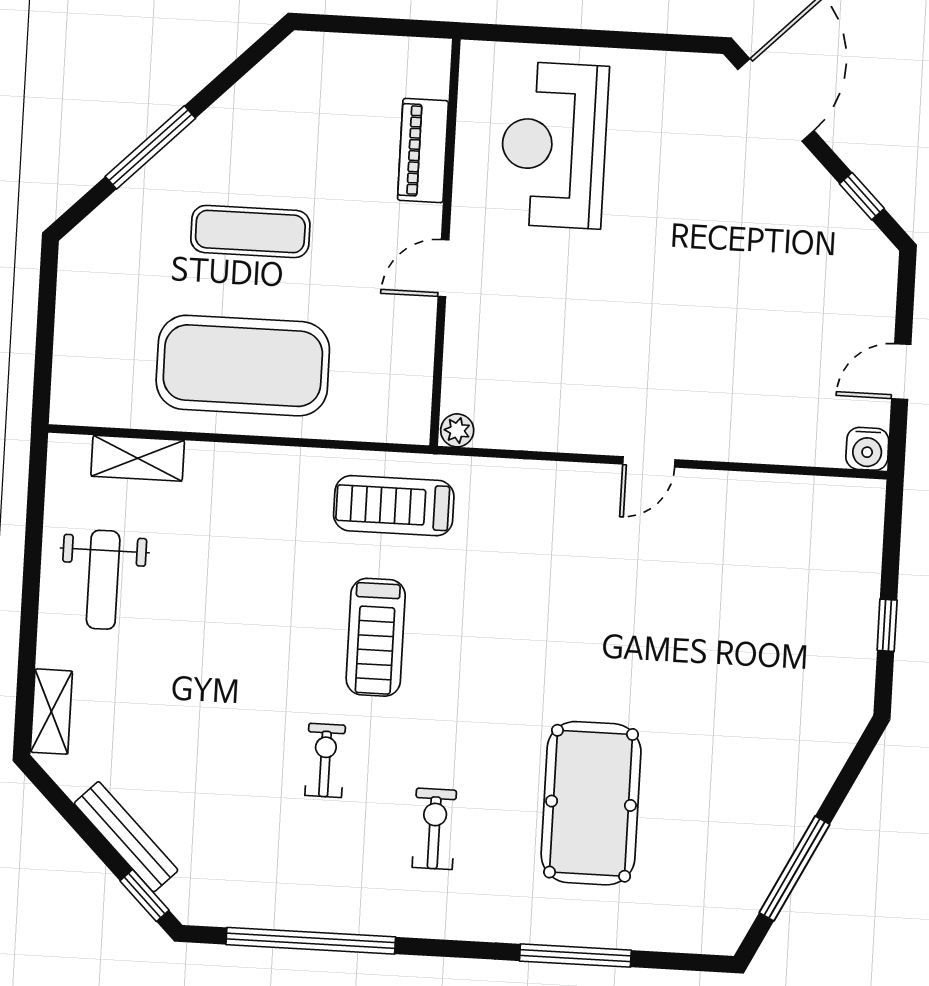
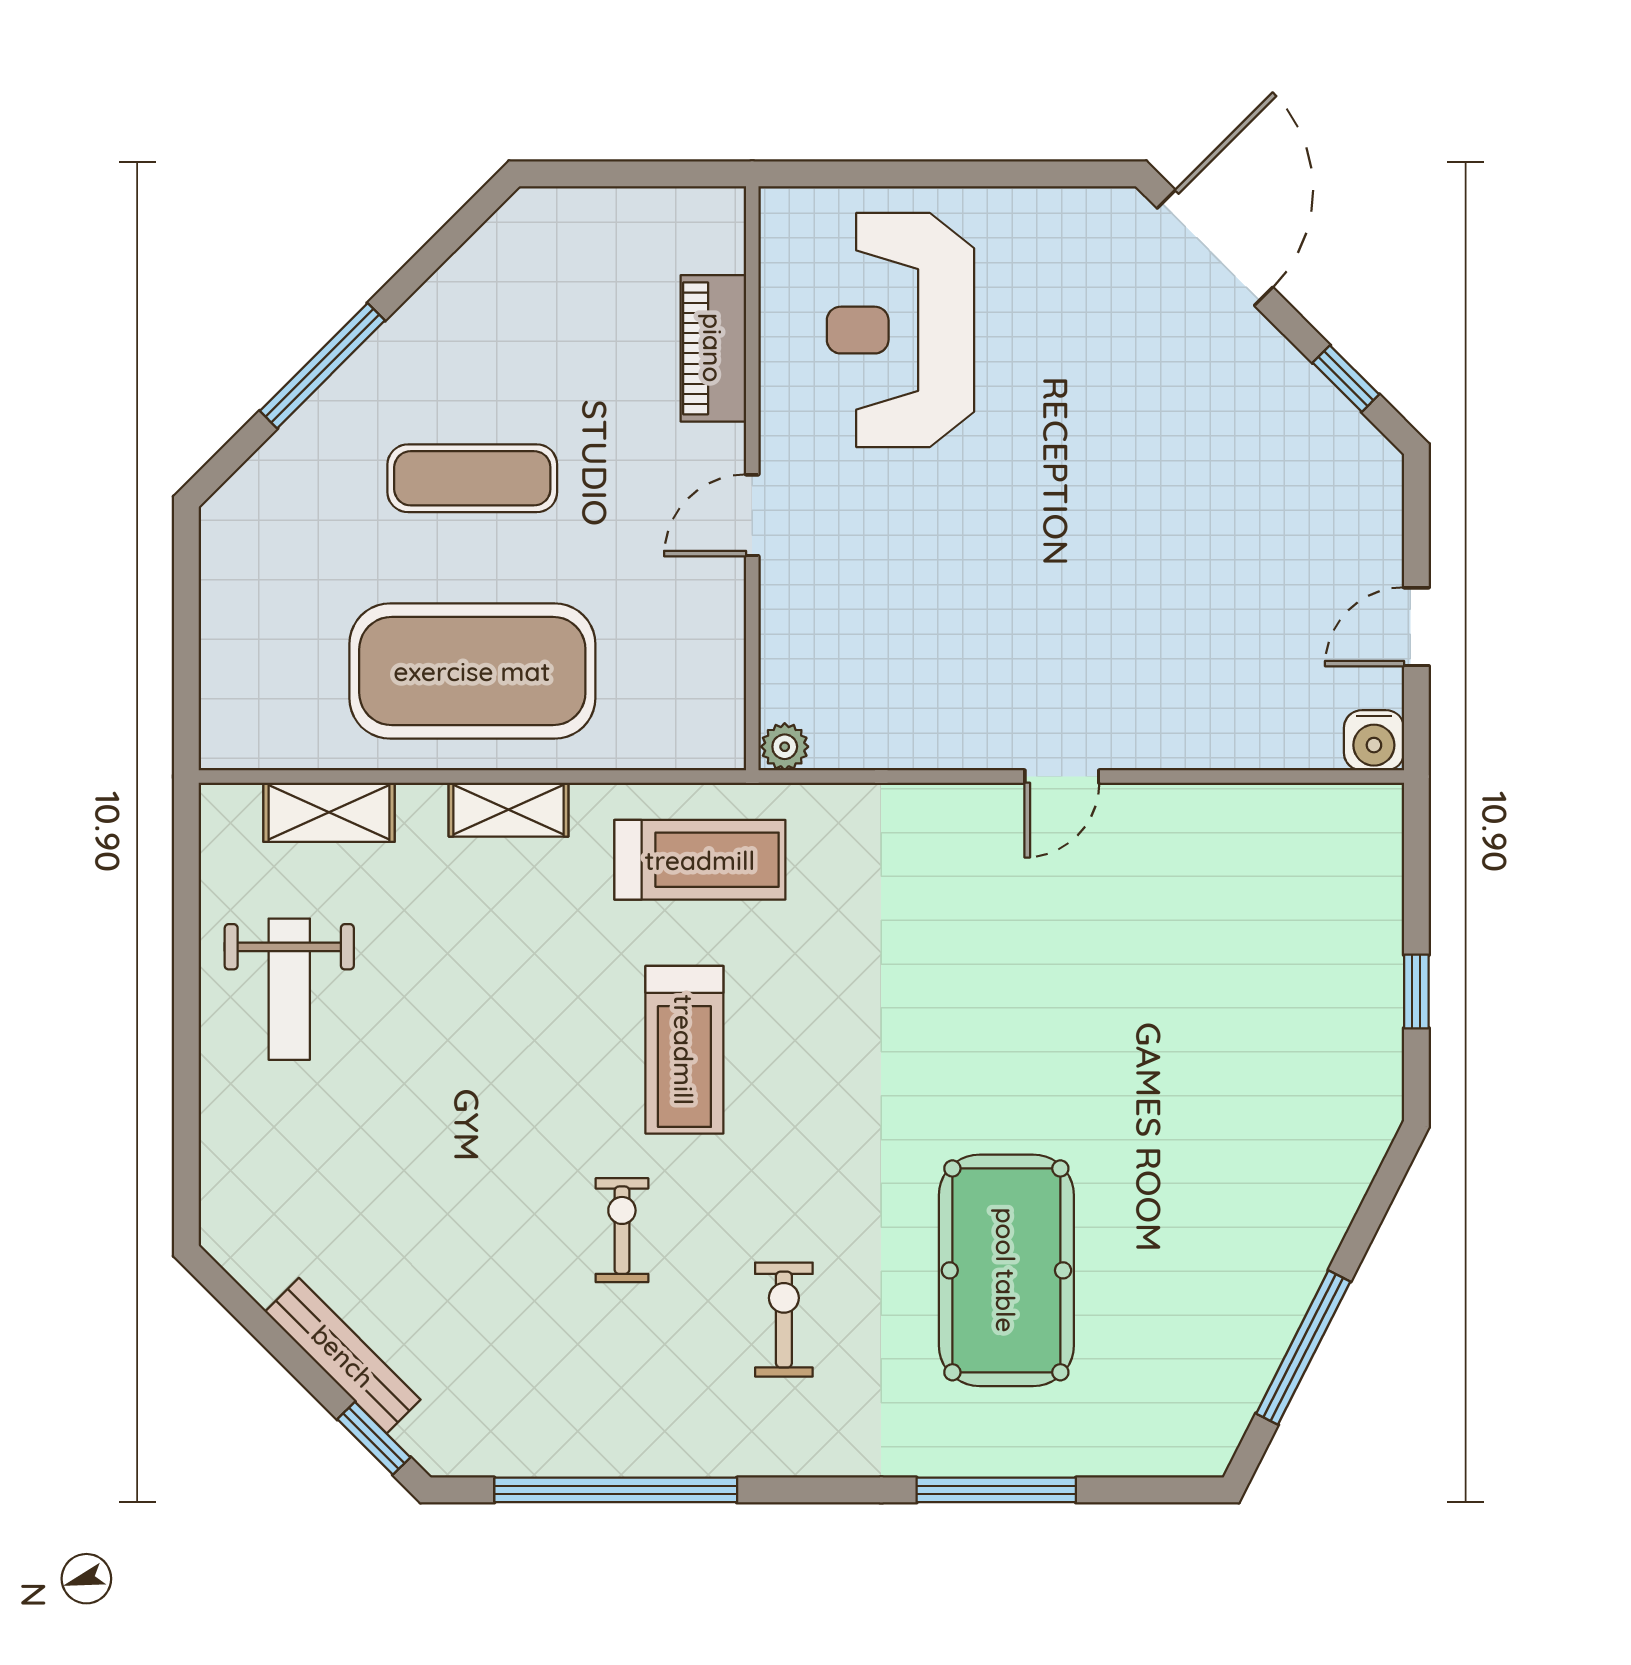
treadmill: (394, 506) -> (700, 860), turned 180
shelving: (51, 712) -> (509, 810), moved, turned 90

